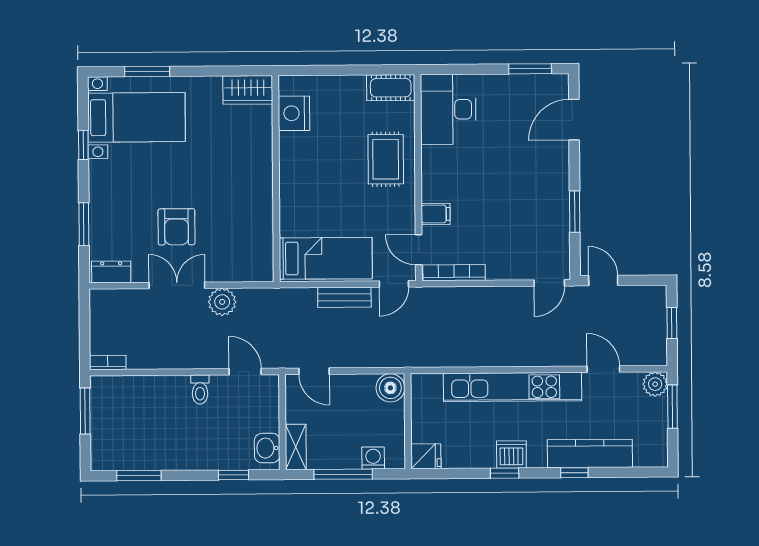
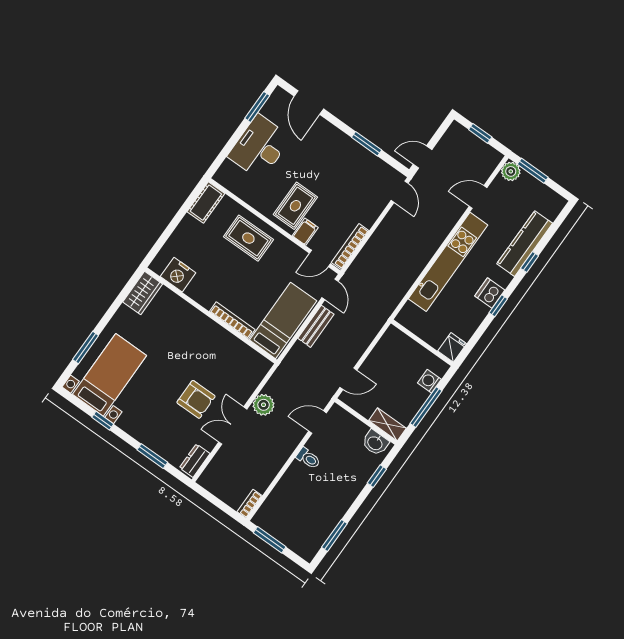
desk: (448, 109) -> (259, 147), moved, turned 90
rug: (455, 184) -> (295, 206), added
bookcase: (287, 205) -> (232, 320), added
boiler: (390, 388) -> (393, 339), removed

